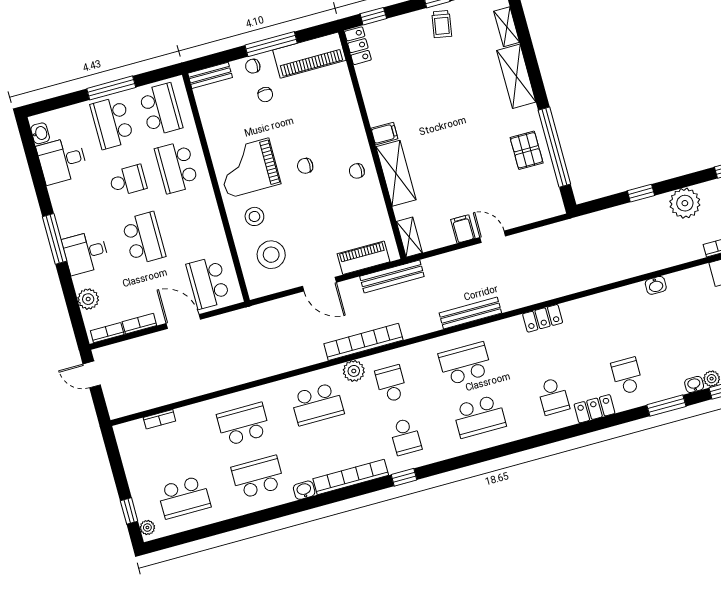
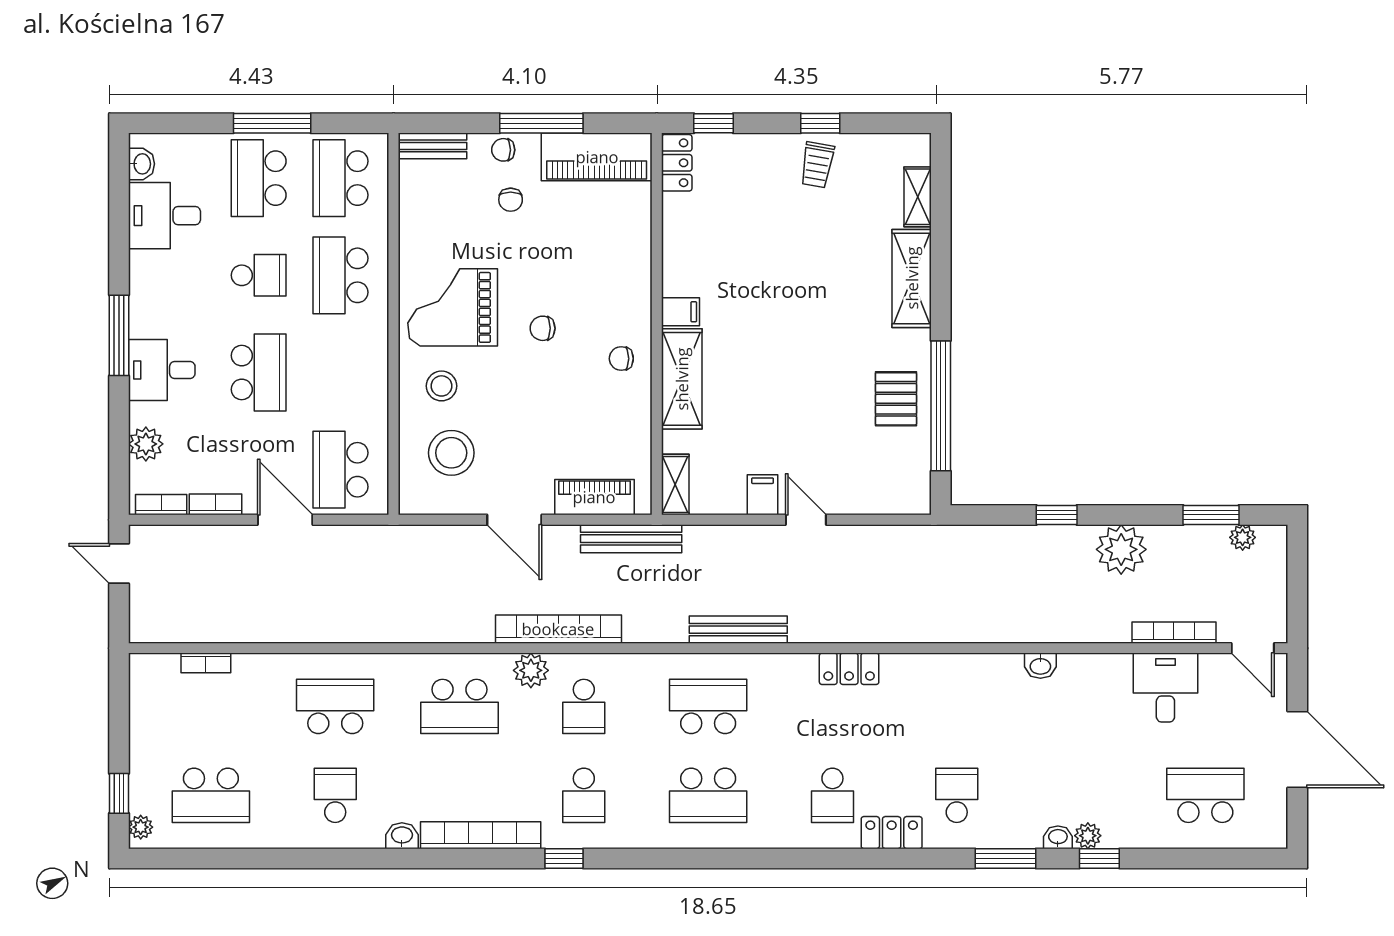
school desk: (161, 109) -> (341, 178), turned 180
school desk: (391, 384) -> (584, 706), turned 180
school desk: (258, 477) -> (335, 795), width x0.54

